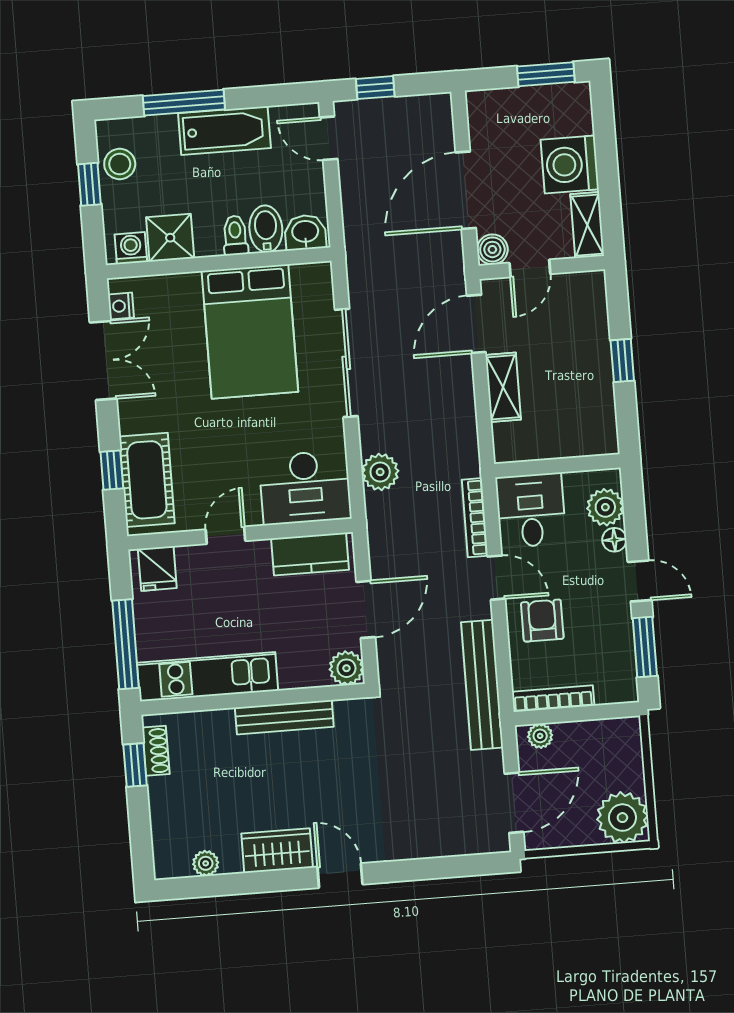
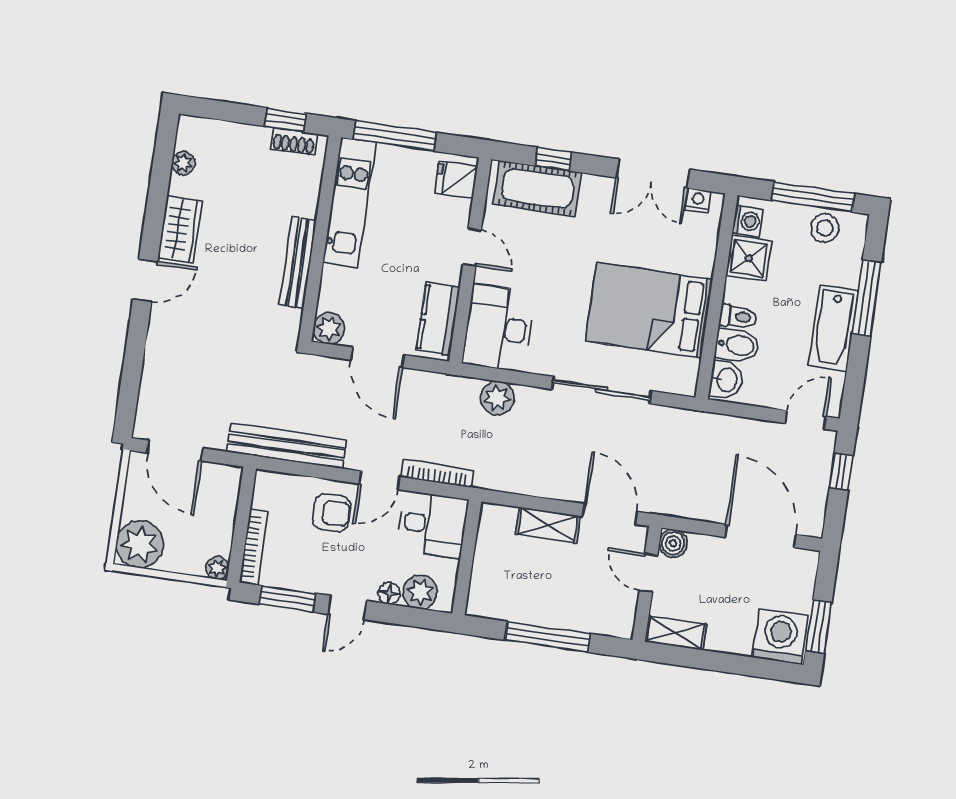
washing machine: (570, 165) -> (780, 637), moved
window: (89, 184) -> (813, 197), width x2.17
door: (466, 190) -> (760, 536), moved
window: (622, 360) -> (548, 637), width x2.17
bookcase: (553, 699) -> (254, 547), moved
plant: (540, 736) -> (218, 568), moved

